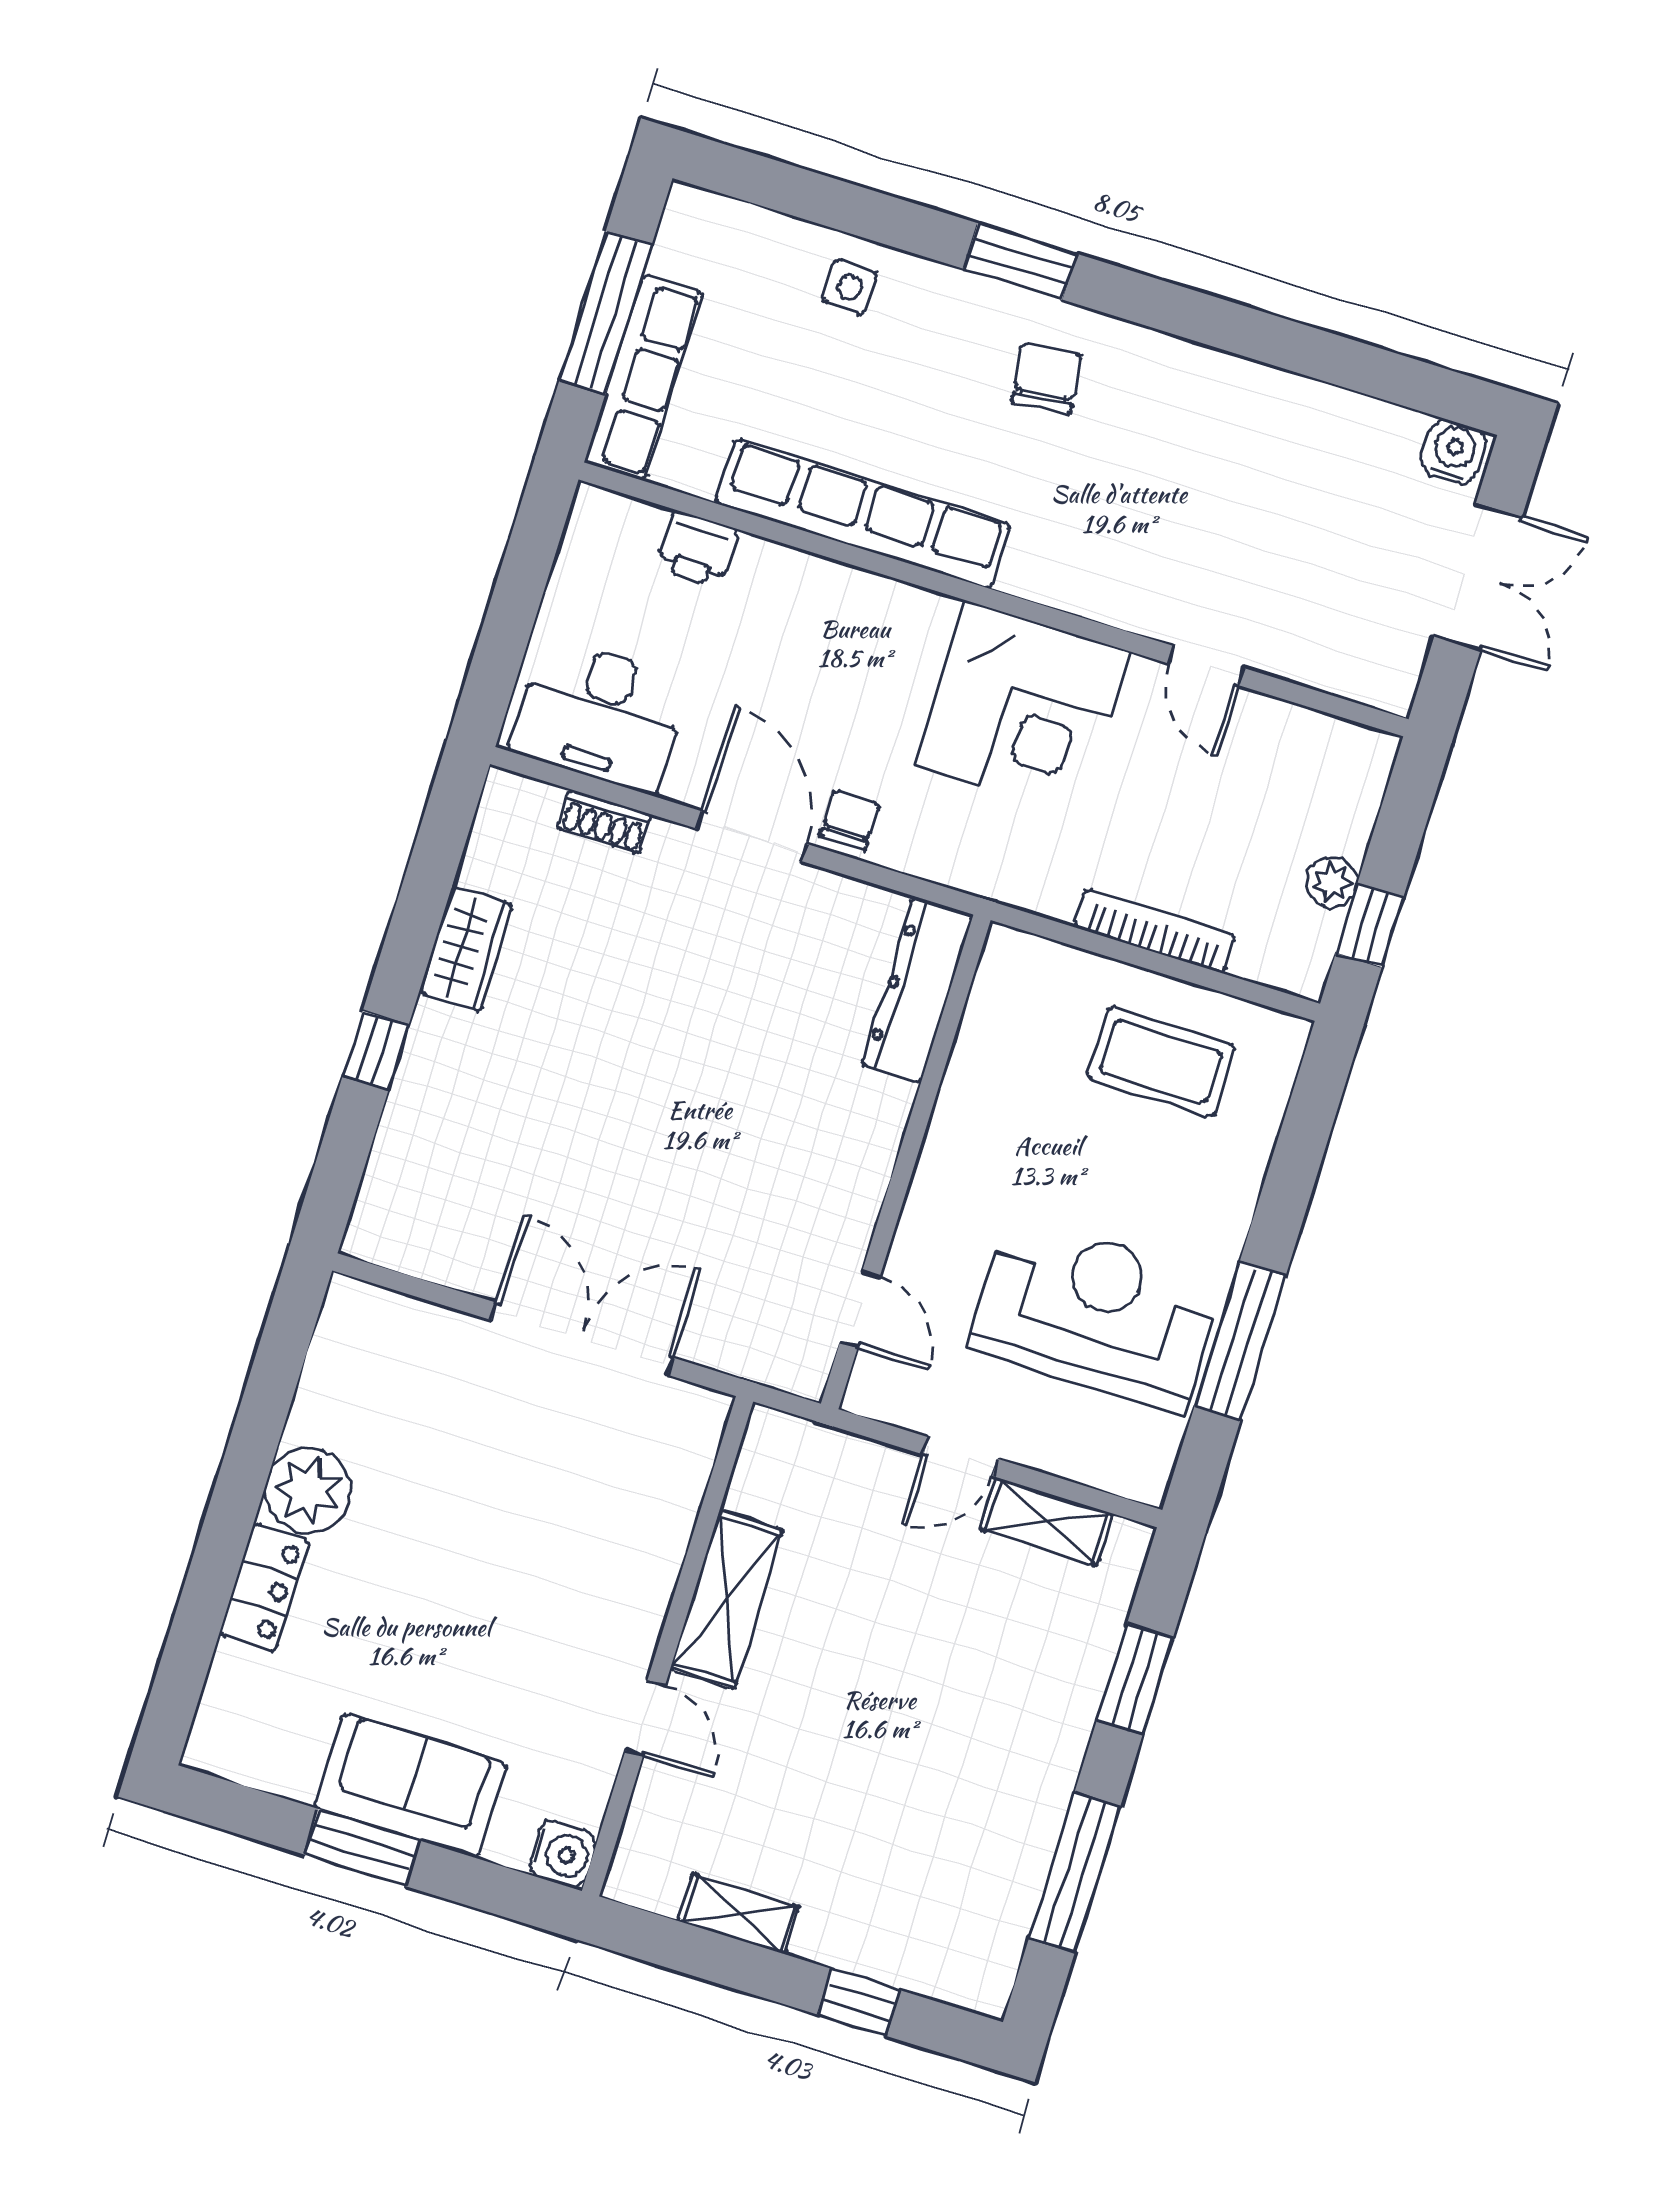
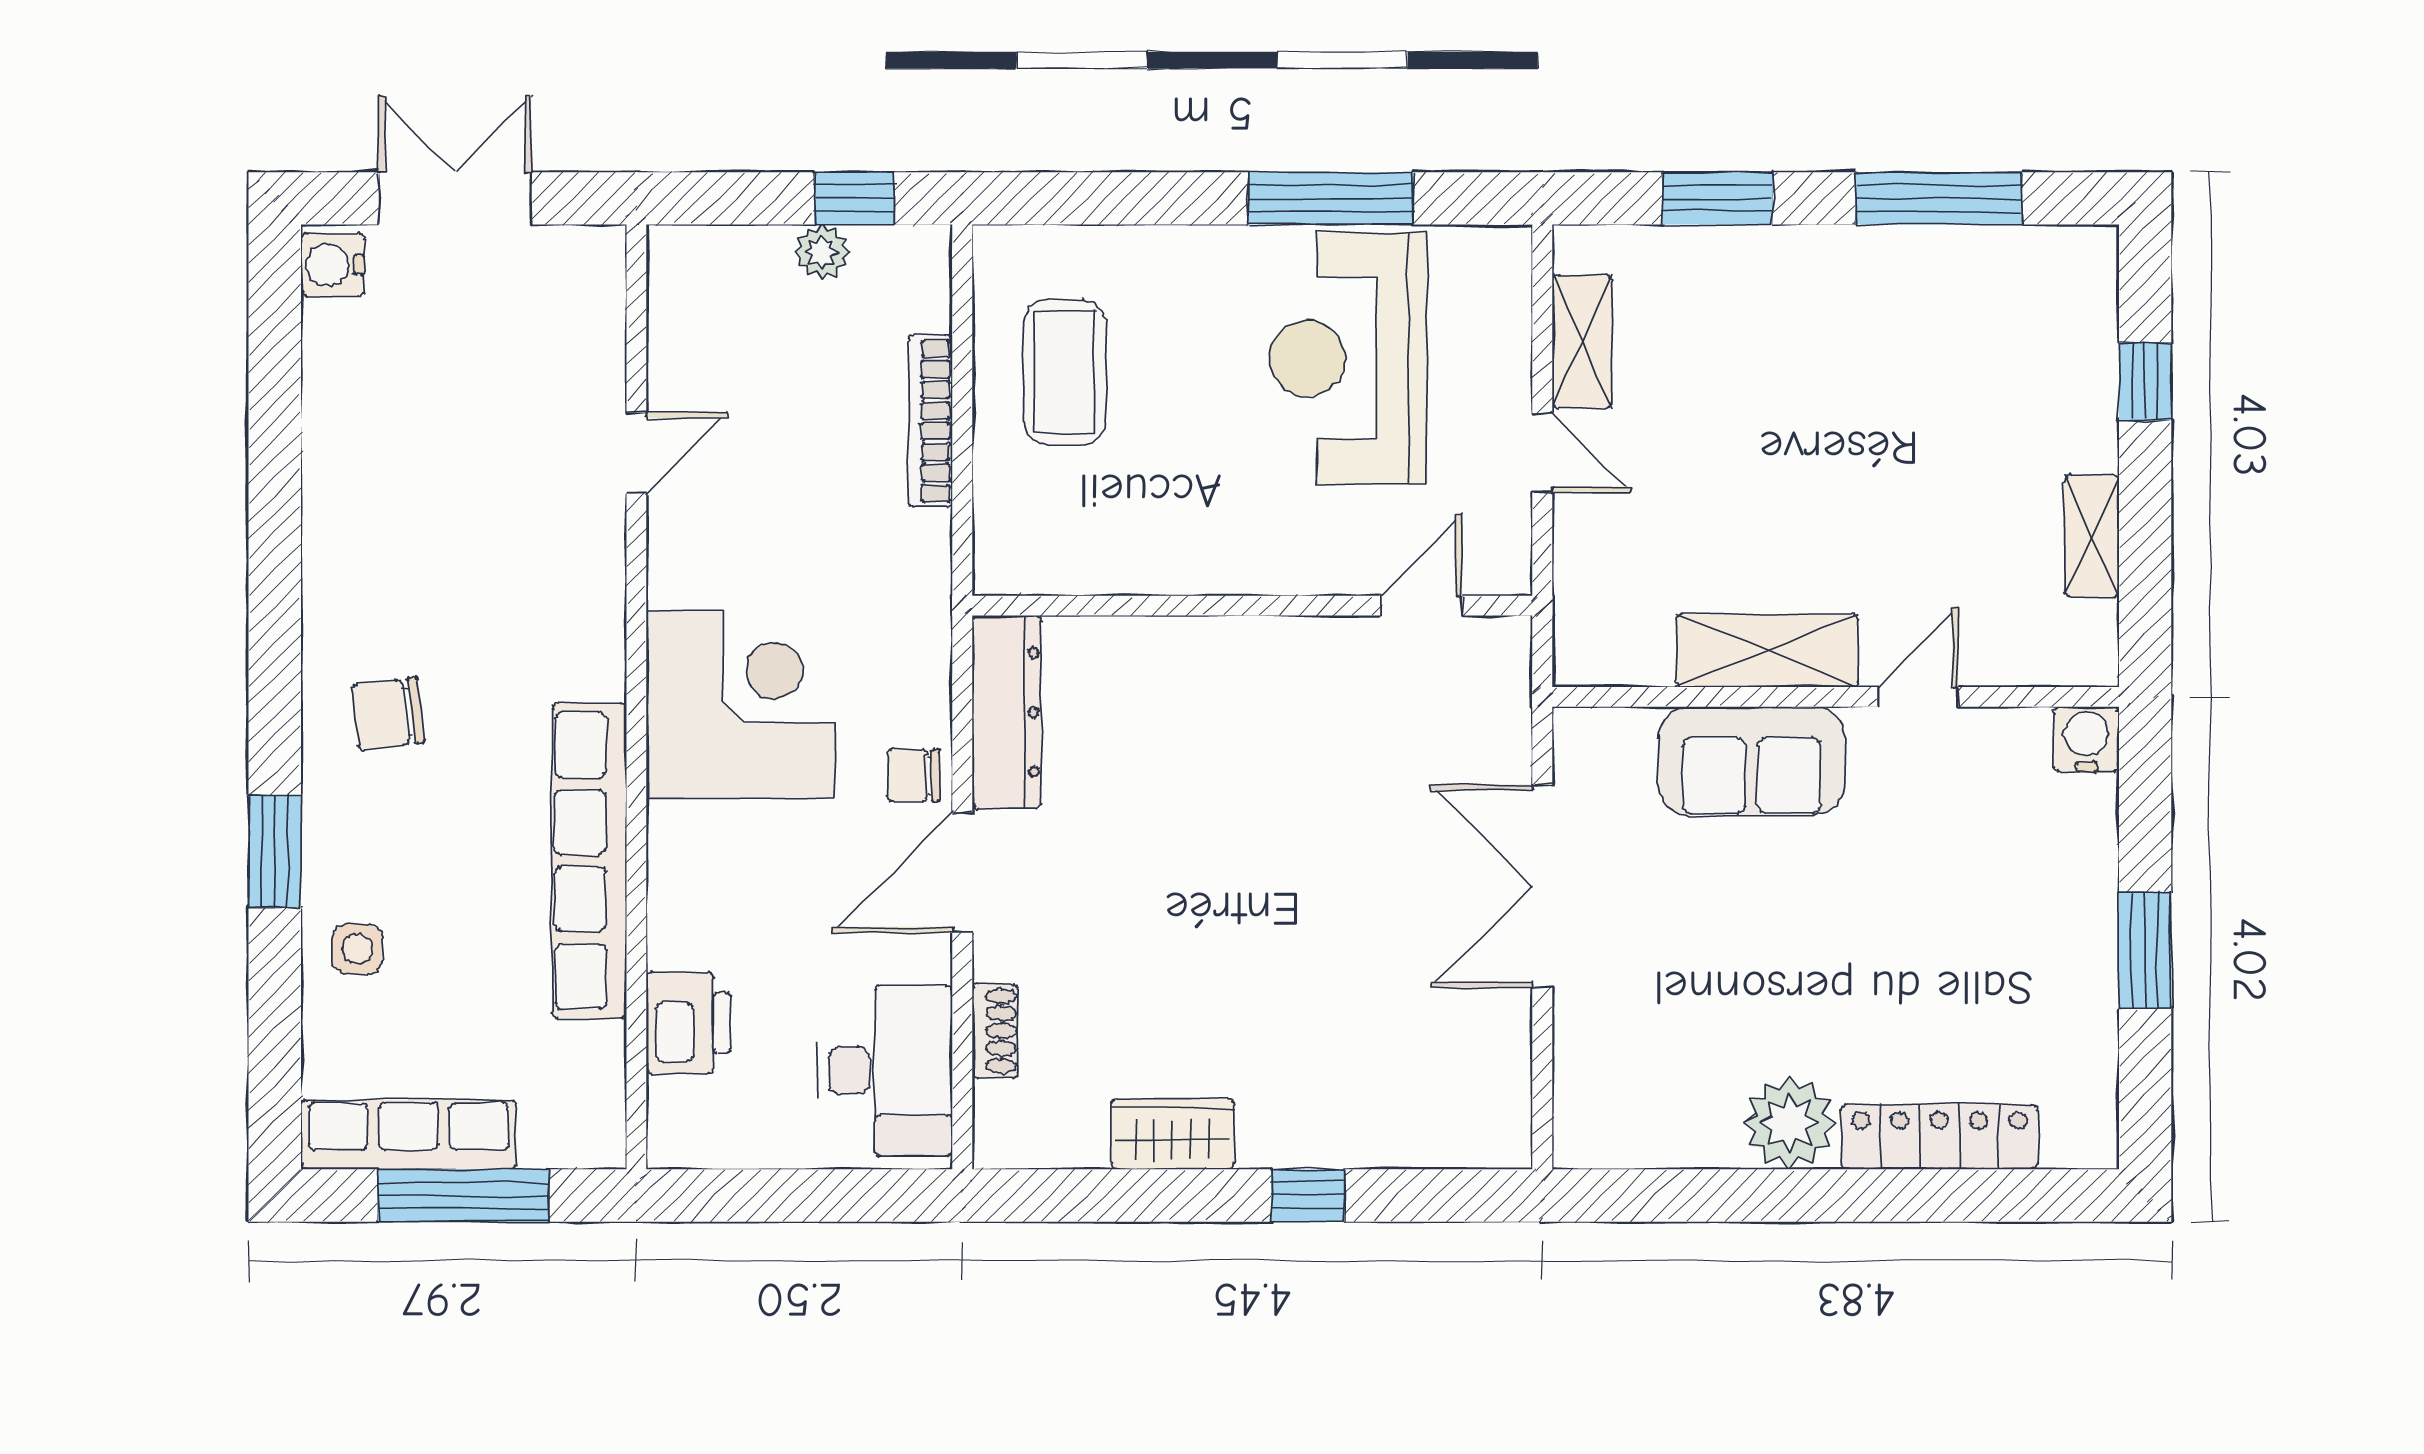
window: (1020, 261) -> (275, 851), moved
row of seats: (644, 378) -> (409, 1135), moved
printer: (697, 549) -> (688, 1023), width x1.36, depth x1.24
corner desk: (1022, 708) -> (740, 704), moved
dresser: (917, 990) -> (1007, 712), moved, turned -90
locker: (264, 1588) -> (1939, 1137), width x1.53
sofa: (411, 1786) -> (1752, 761), moved, turned -90

